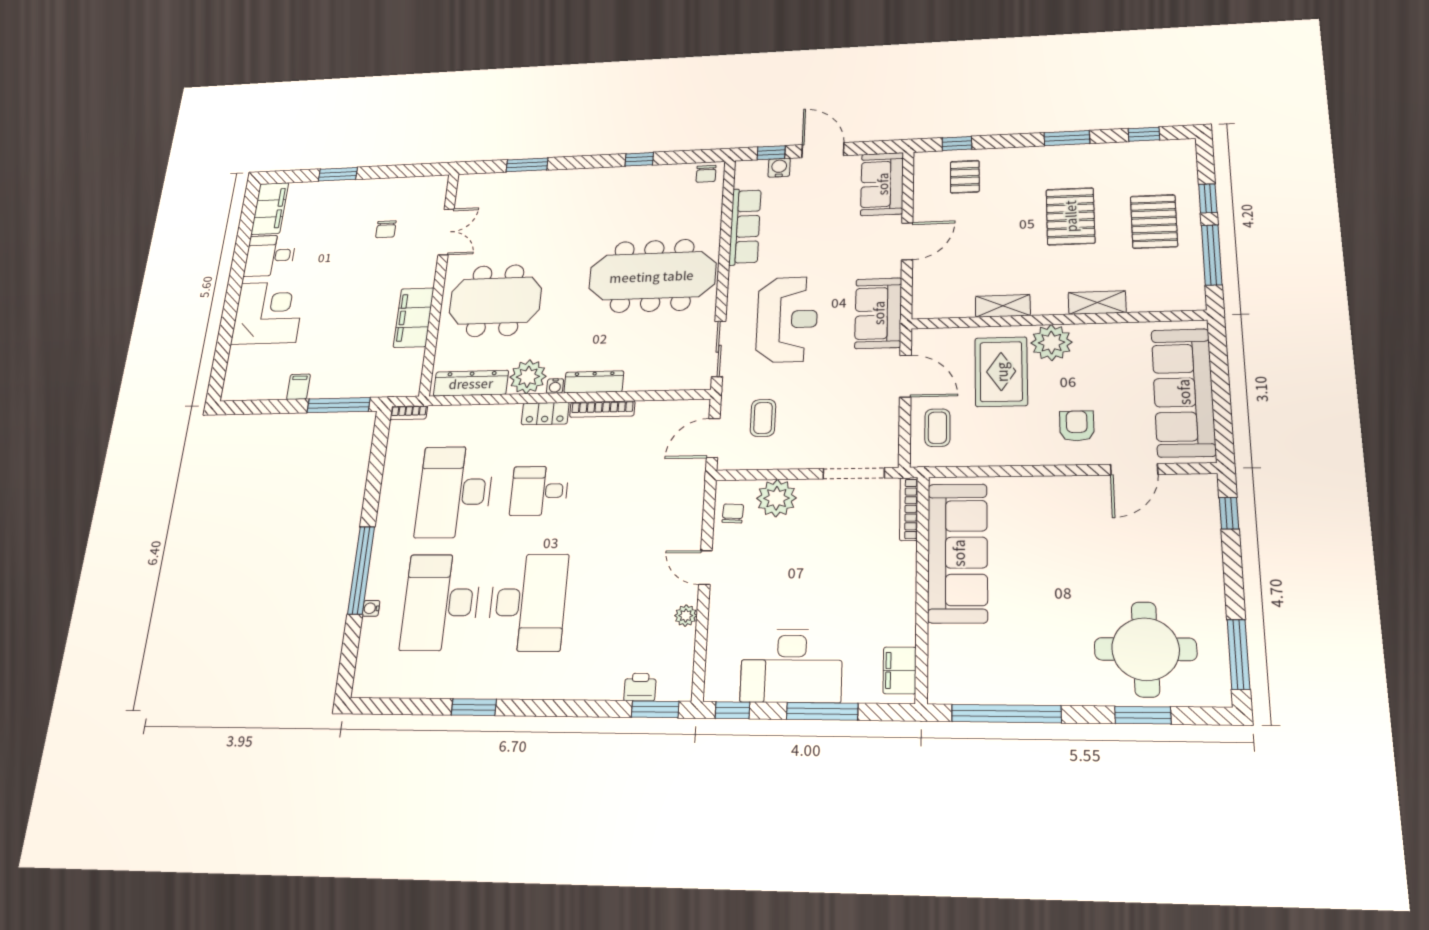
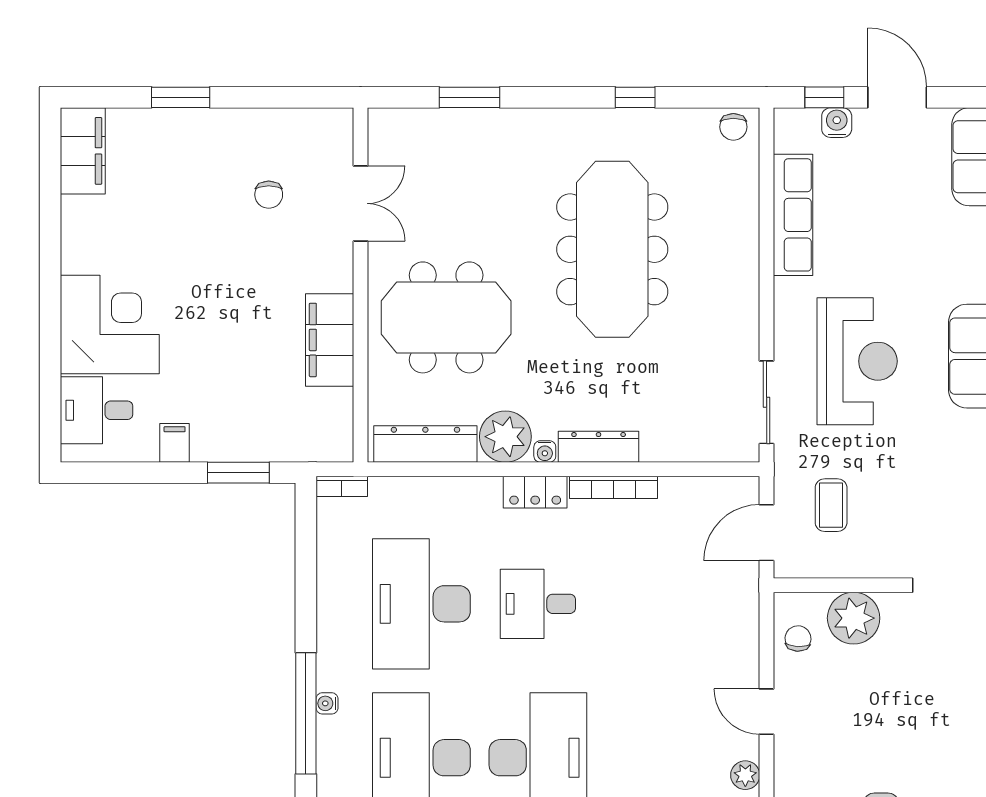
desk: (270, 255) -> (96, 410), moved
meeting table: (652, 276) -> (612, 249), moved, turned 90
window: (339, 405) -> (238, 473), width x0.69
water cooler: (371, 608) -> (327, 703), moved

